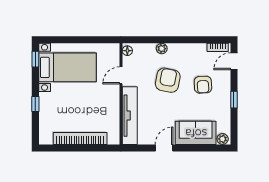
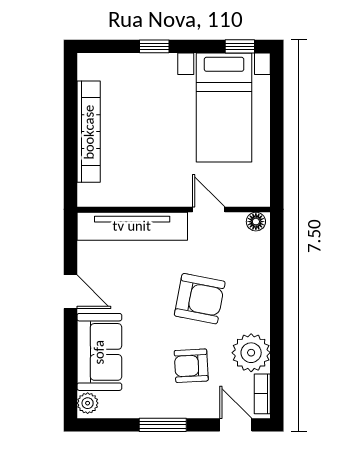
plant: (162, 49) -> (251, 353), moved, width x1.88, depth x1.88
window: (234, 100) -> (163, 425), width x1.50

